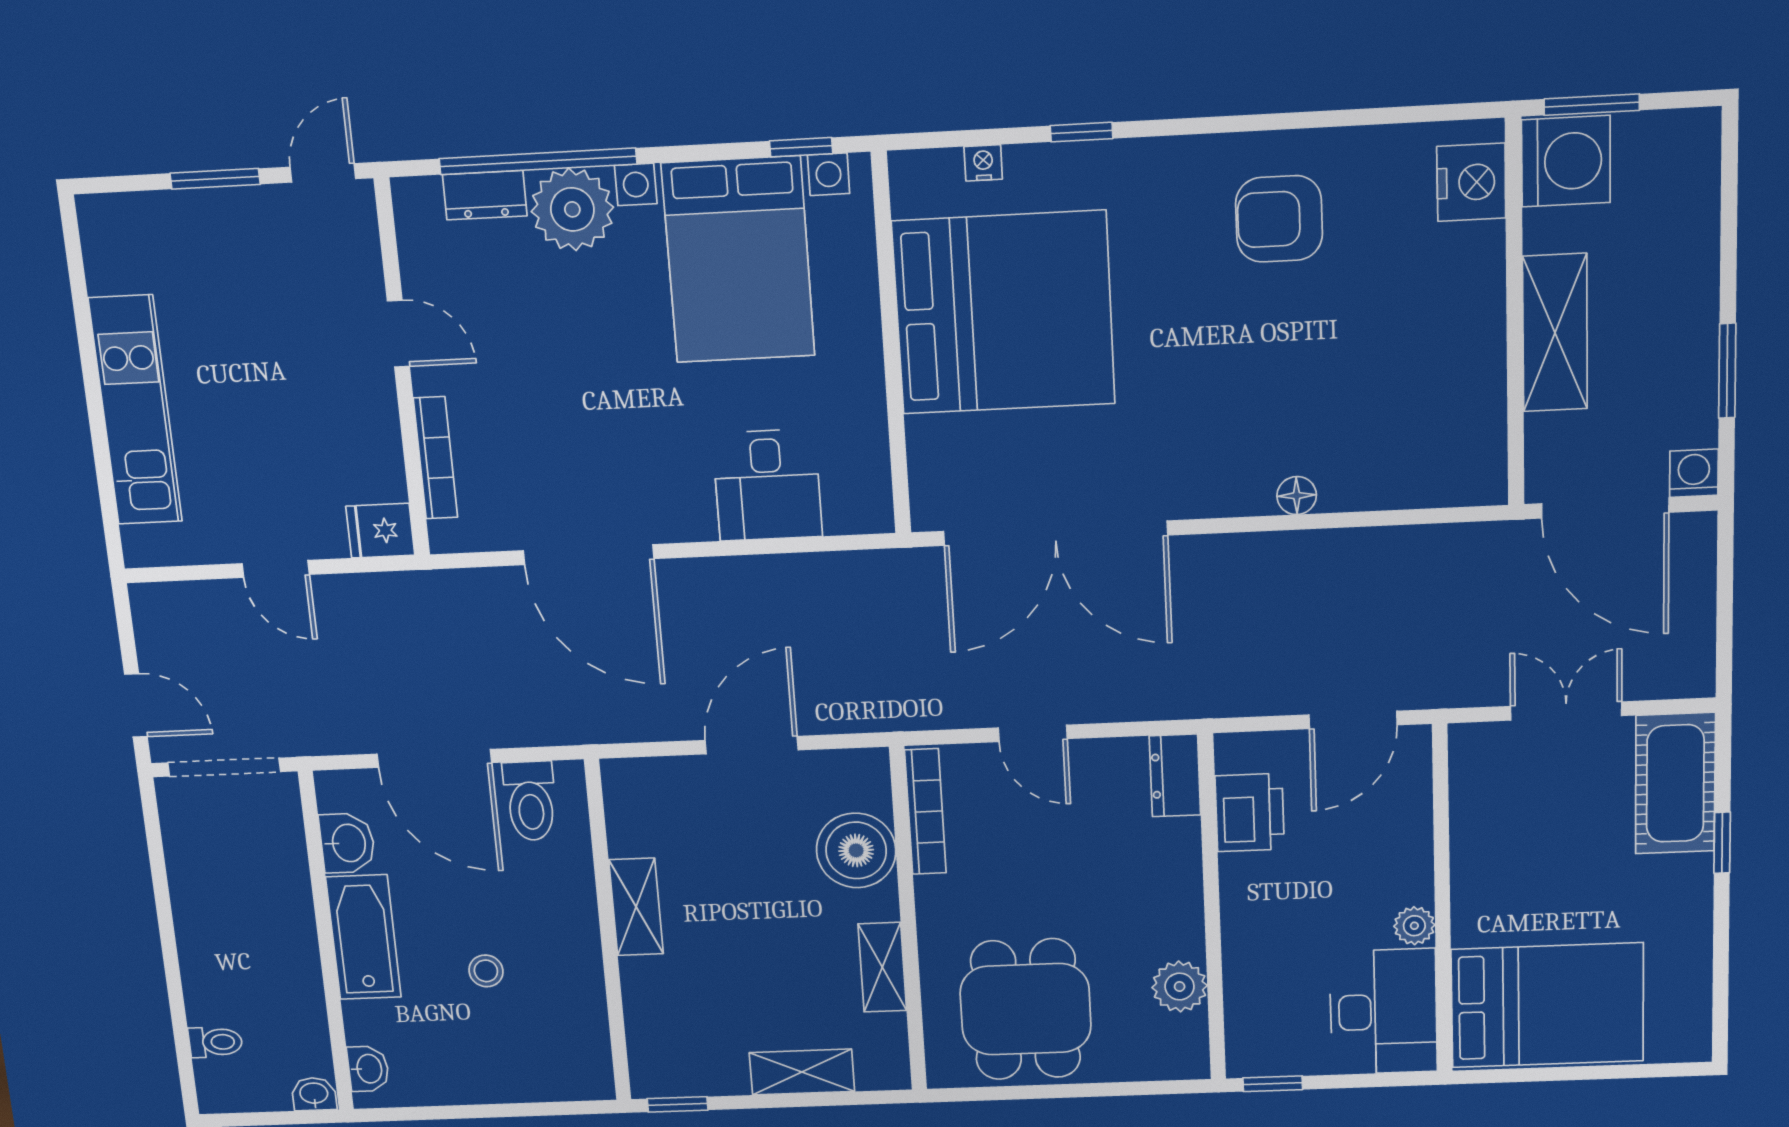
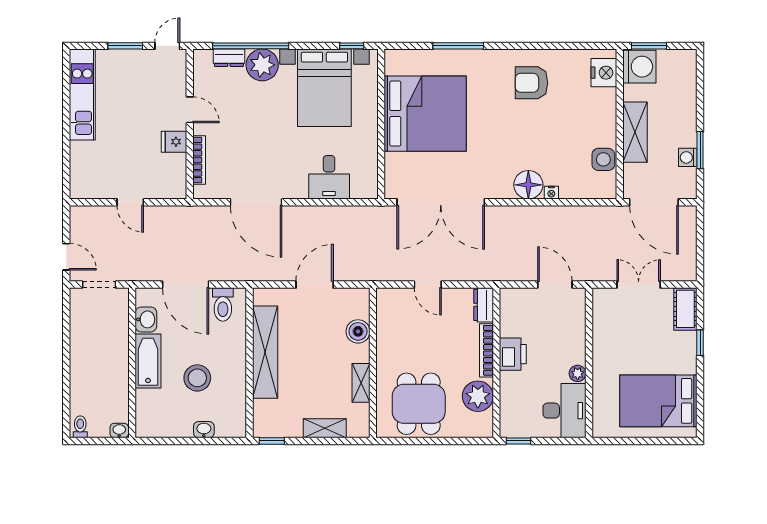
window: (1082, 132) -> (458, 46), width x2.17
nightstand: (983, 163) -> (551, 193), moved, turned 180
side table: (1472, 407) -> (603, 159), added
kitchen unit: (135, 410) -> (82, 95), moved
washing machine: (1694, 473) -> (688, 157), moved, turned -90
floor lamp: (1297, 496) -> (528, 185), width x1.89, depth x1.89
fridge: (380, 531) -> (174, 142), moved
door: (1353, 720) -> (555, 285), swing flipped
doorway: (224, 767) -> (99, 285), width x0.73
cot: (1675, 783) -> (685, 309), width x0.73, depth x0.75
bookcase: (925, 812) -> (486, 350), moved, turned 180
printer: (1250, 812) -> (513, 354), moved
boiler: (856, 850) -> (358, 331), width x0.73, depth x0.73
shelving: (636, 907) -> (265, 352), width x2.20, depth x1.33
stool: (486, 971) -> (197, 378), width x1.89, depth x1.89
plant: (1180, 986) -> (478, 396), width x1.36, depth x1.36
bed: (1547, 1005) -> (658, 401), moved, turned 180
toilet: (215, 1042) -> (80, 427), moved, turned -90
washbasin: (368, 1069) -> (204, 430), moved, turned -90

